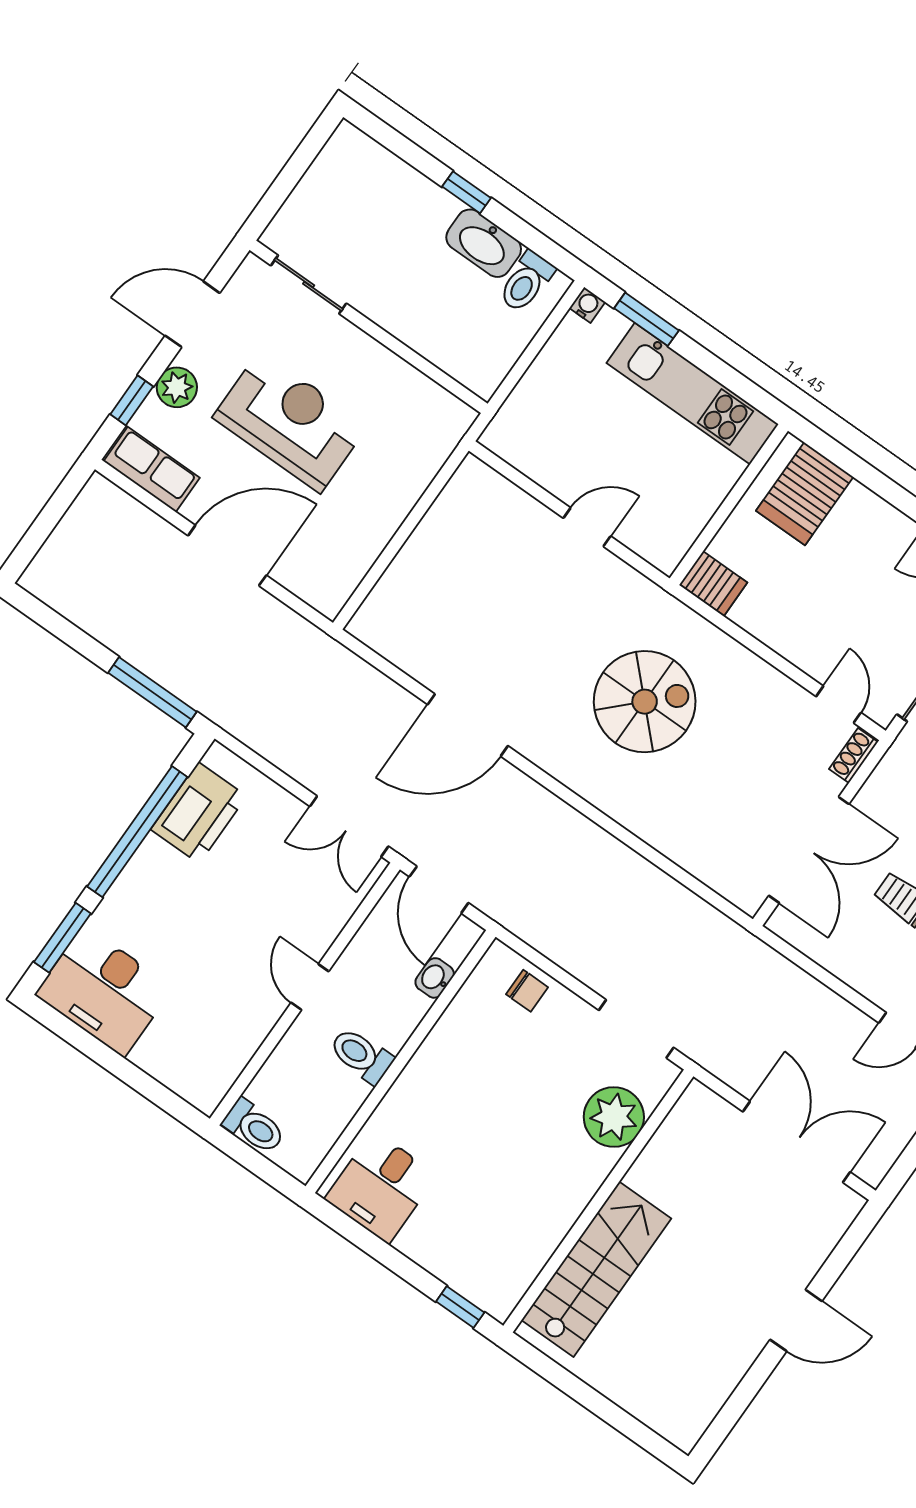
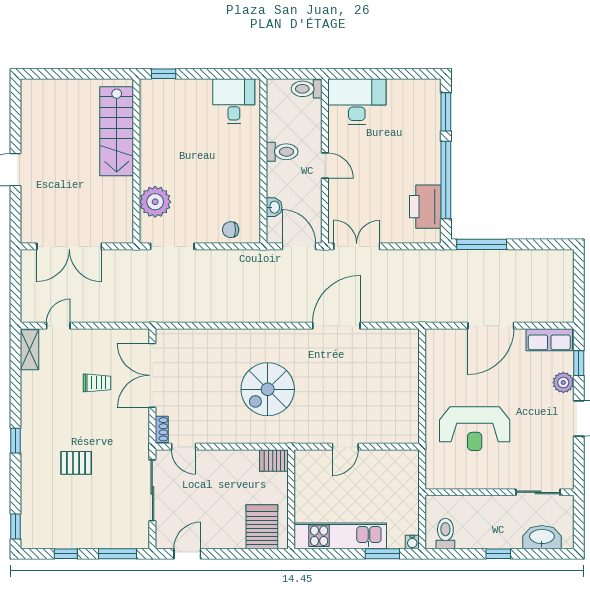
washbasin: (484, 243) -> (542, 537), moved
sliding door: (309, 284) -> (538, 492), moved
wall: (369, 327) -> (499, 492), moved
reception desk: (290, 422) -> (475, 429), moved
desk: (104, 991) -> (357, 102), moved

